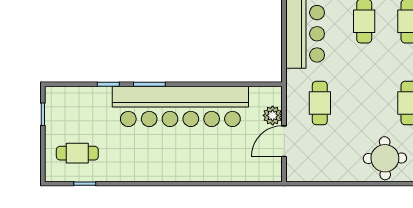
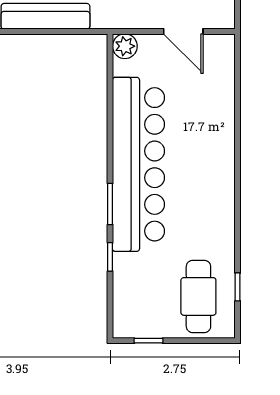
plant: (273, 115) -> (125, 46), moved
cafe table: (77, 153) -> (198, 296), width x1.37, depth x1.35

